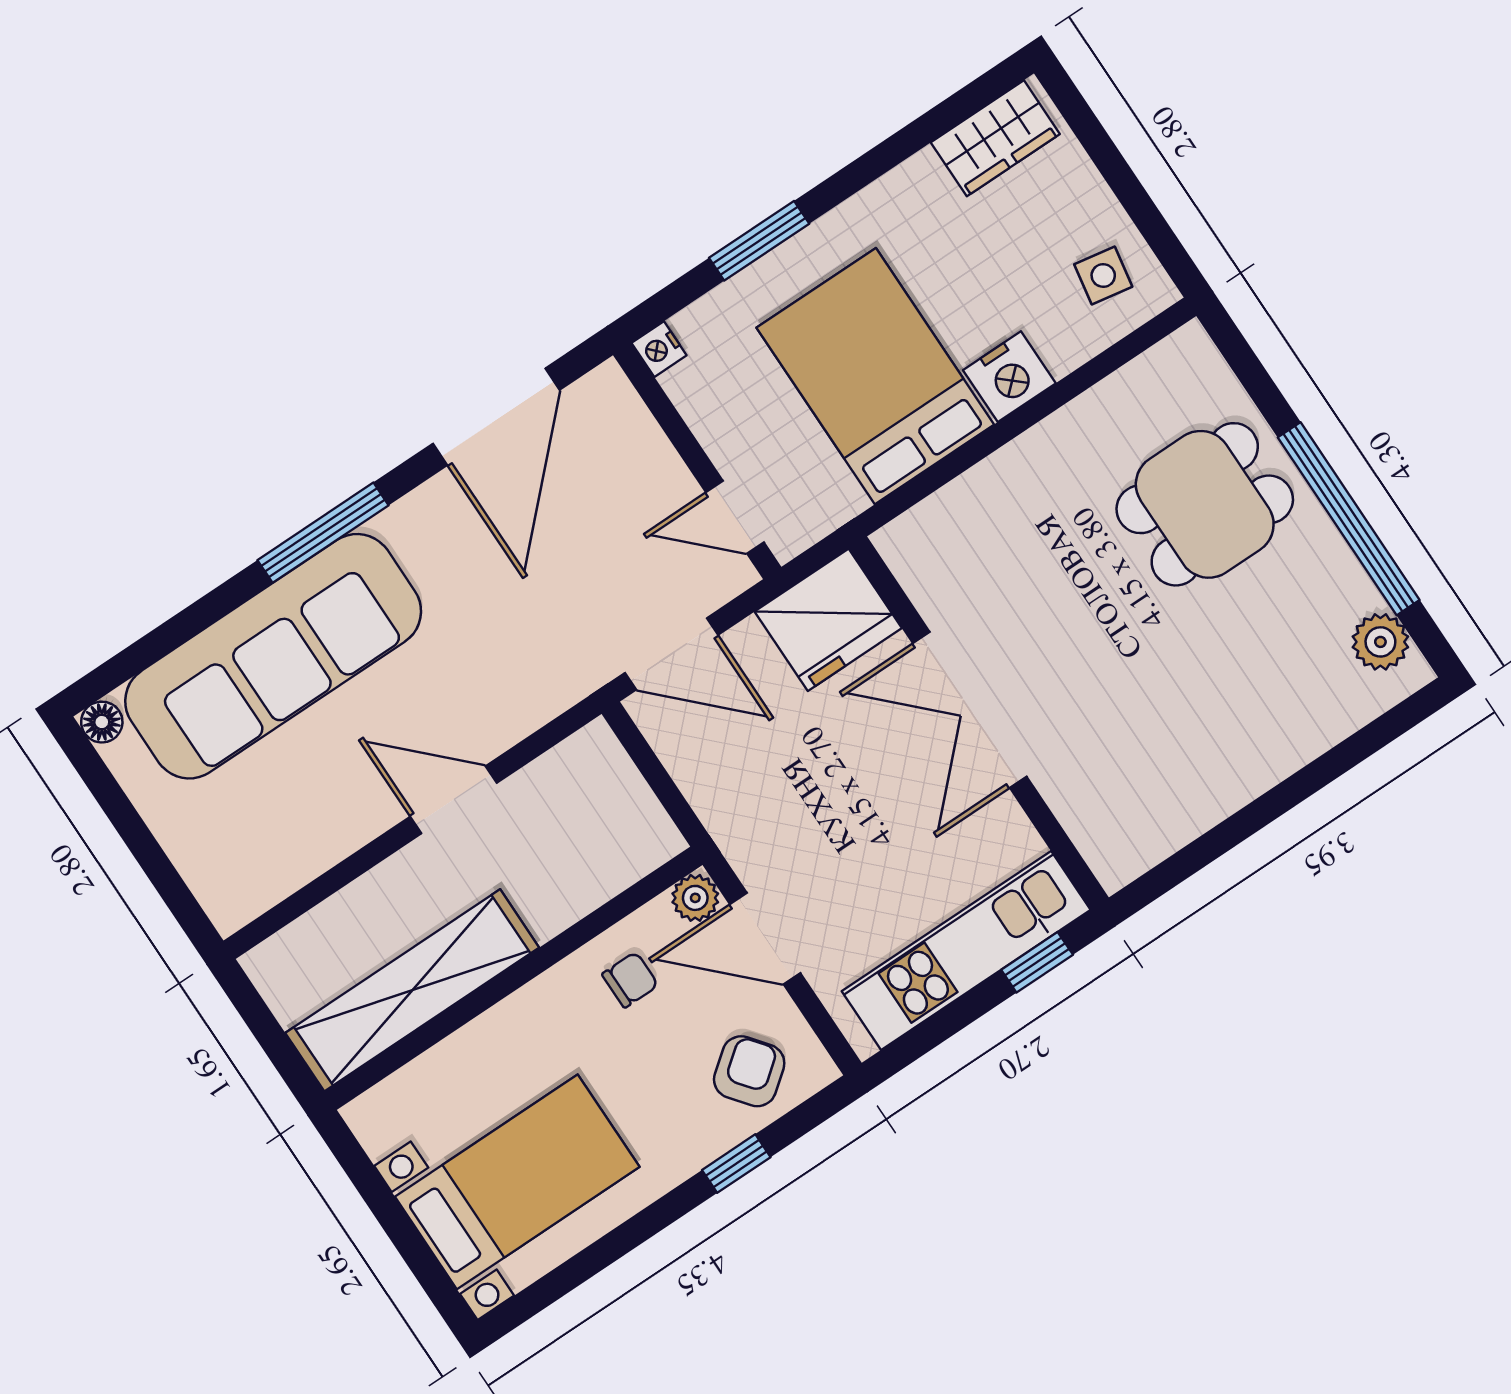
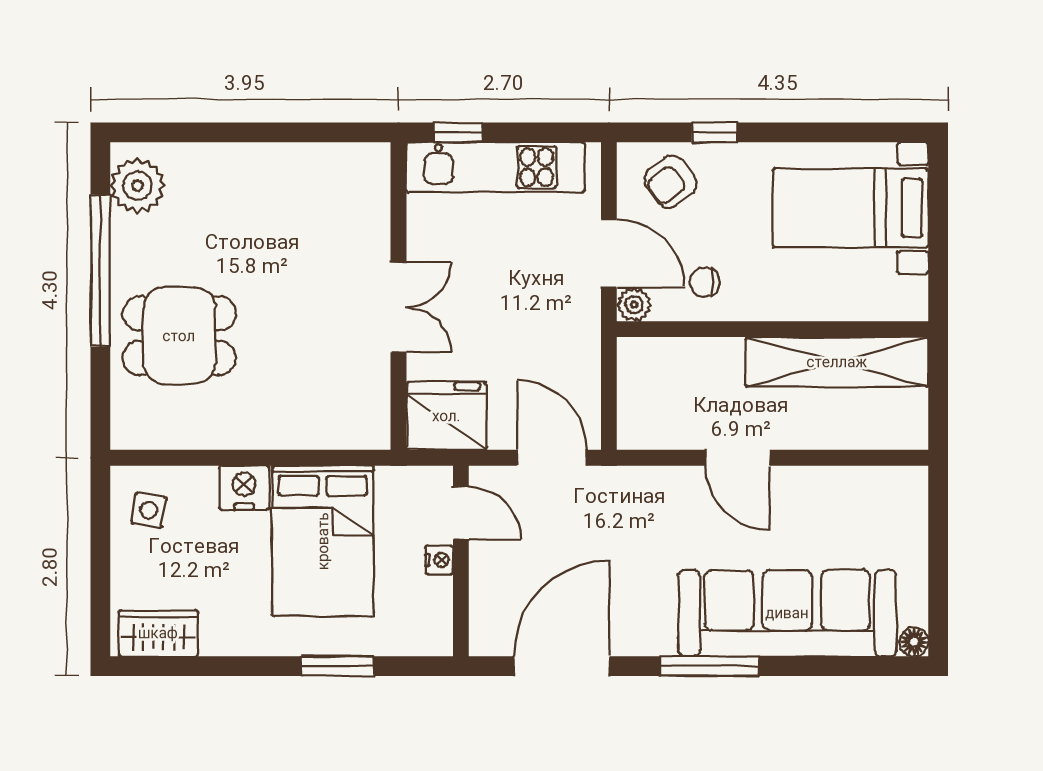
nightstand: (659, 349) -> (439, 560), moved
plant: (1380, 642) -> (137, 186), width x1.36, depth x1.36
double door: (970, 710) -> (398, 307), width x0.73

